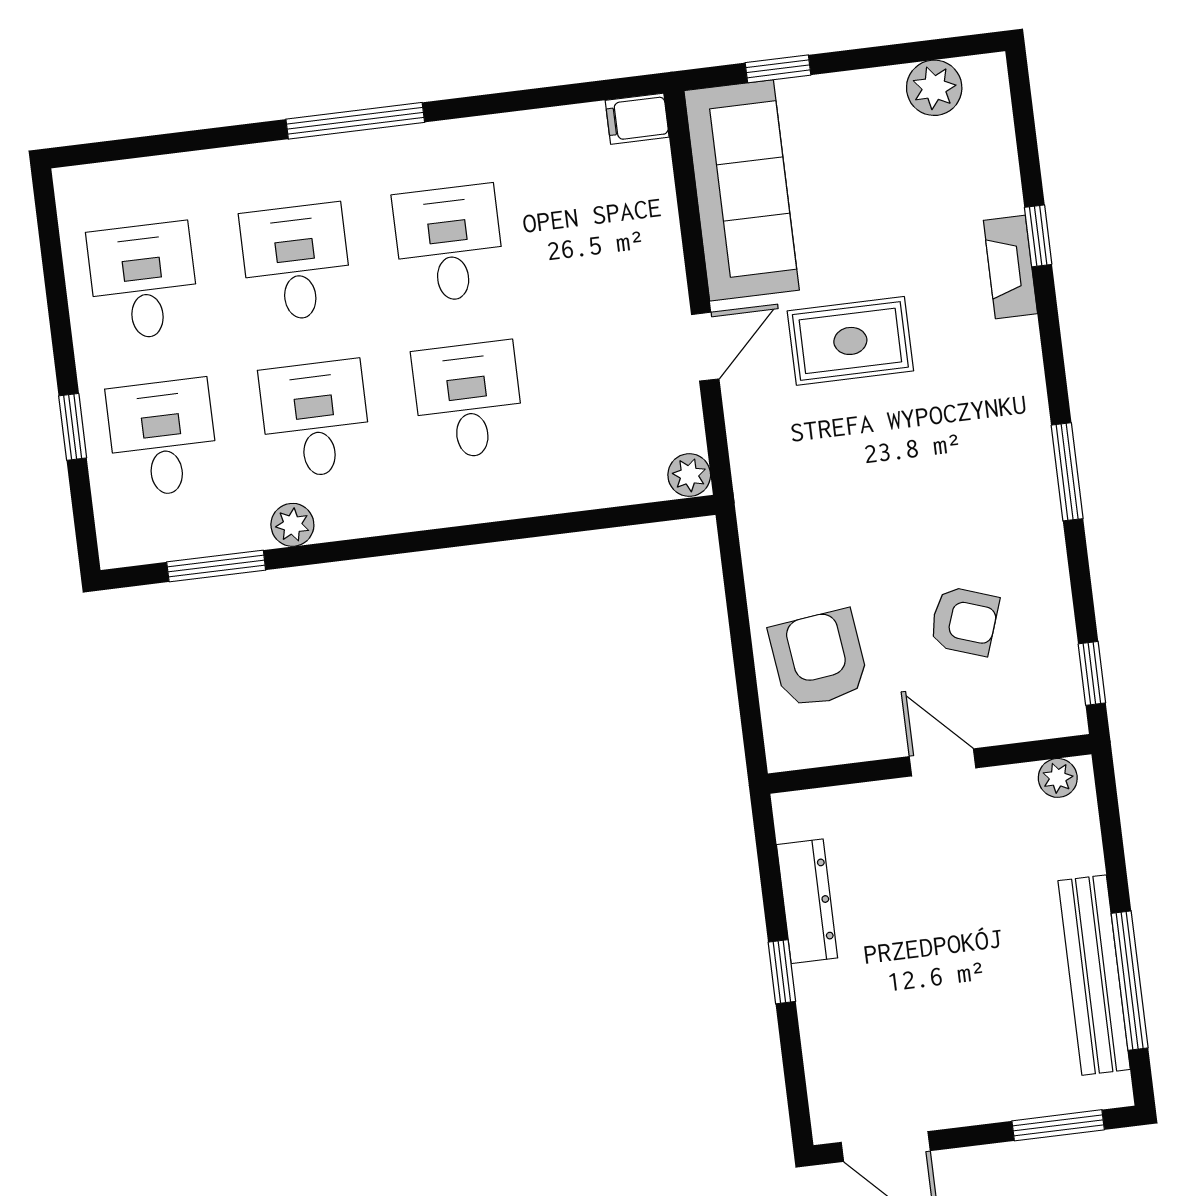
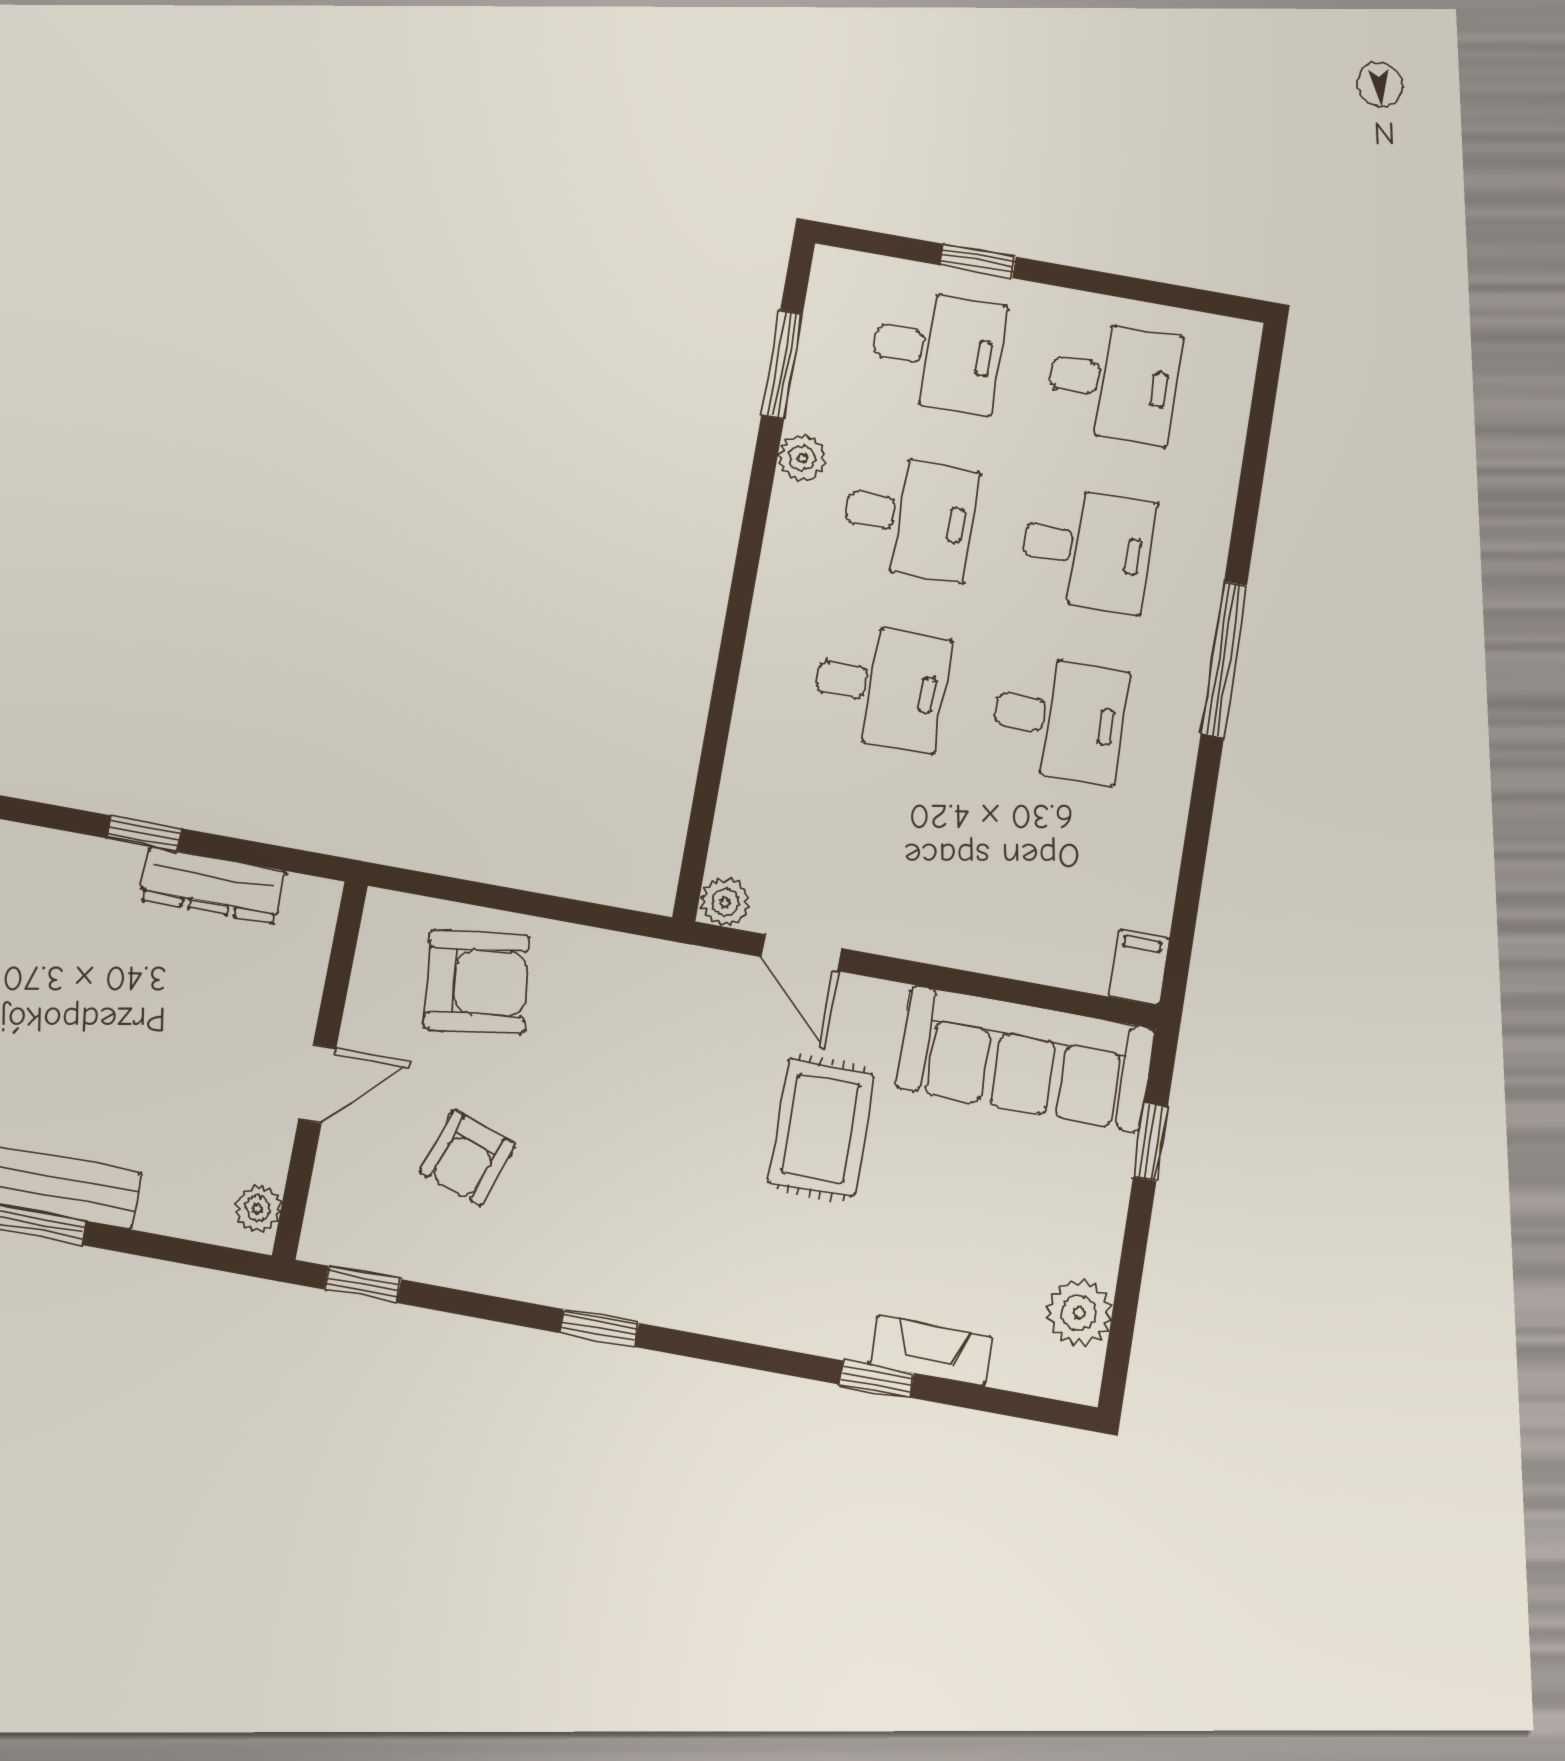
fireplace: (1010, 267) -> (931, 1351), moved
door: (705, 347) -> (801, 953), moved
window: (1067, 472) -> (599, 1328), width x0.67

